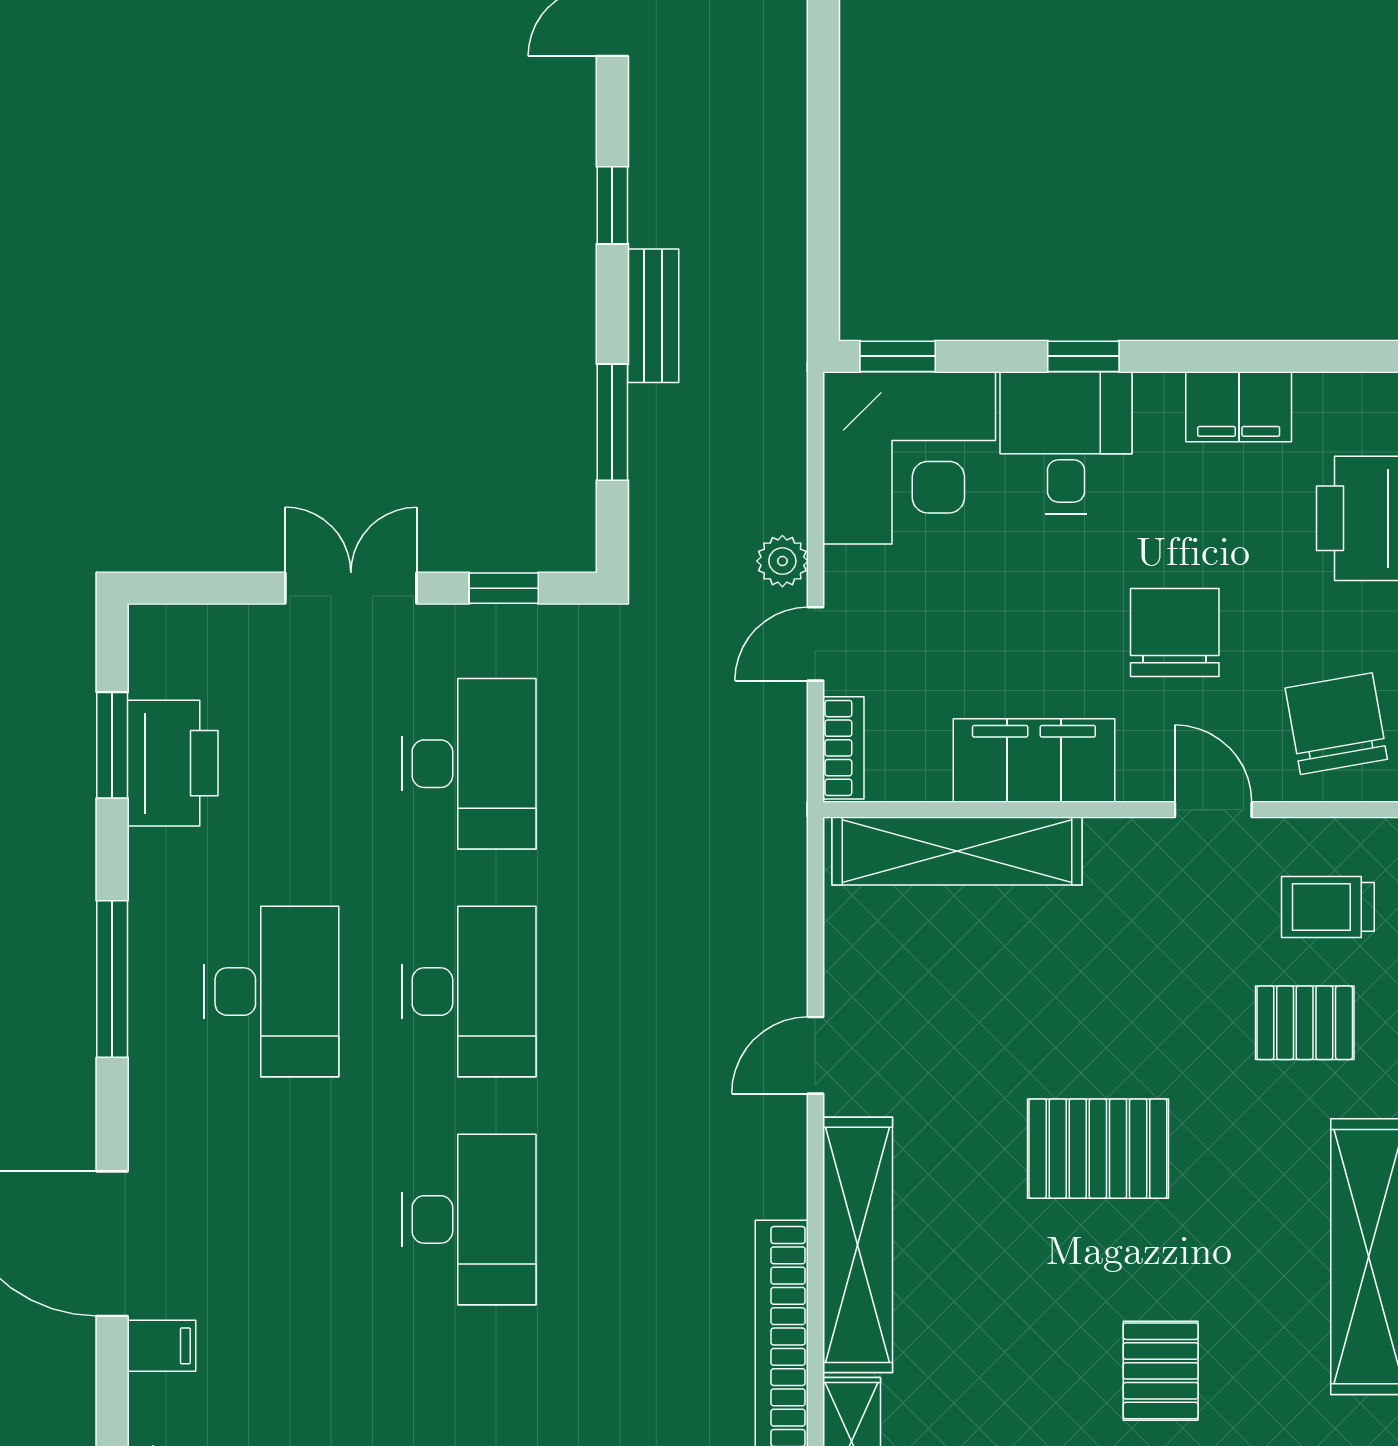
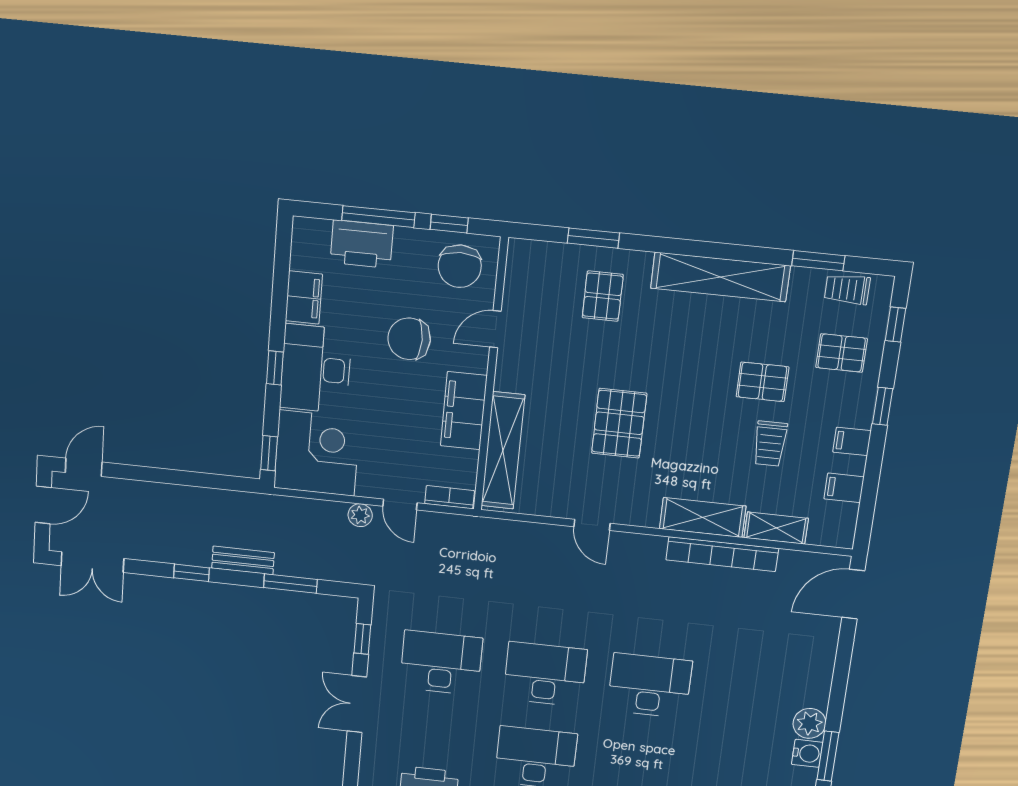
desk: (1066, 443) -> (316, 369), width x1.37
chair: (1336, 724) -> (460, 266), turned -80
trolley: (1328, 907) -> (770, 444), moved
pallet: (1098, 1149) -> (619, 423), moved
shelving: (858, 1245) -> (703, 517), width x0.68

